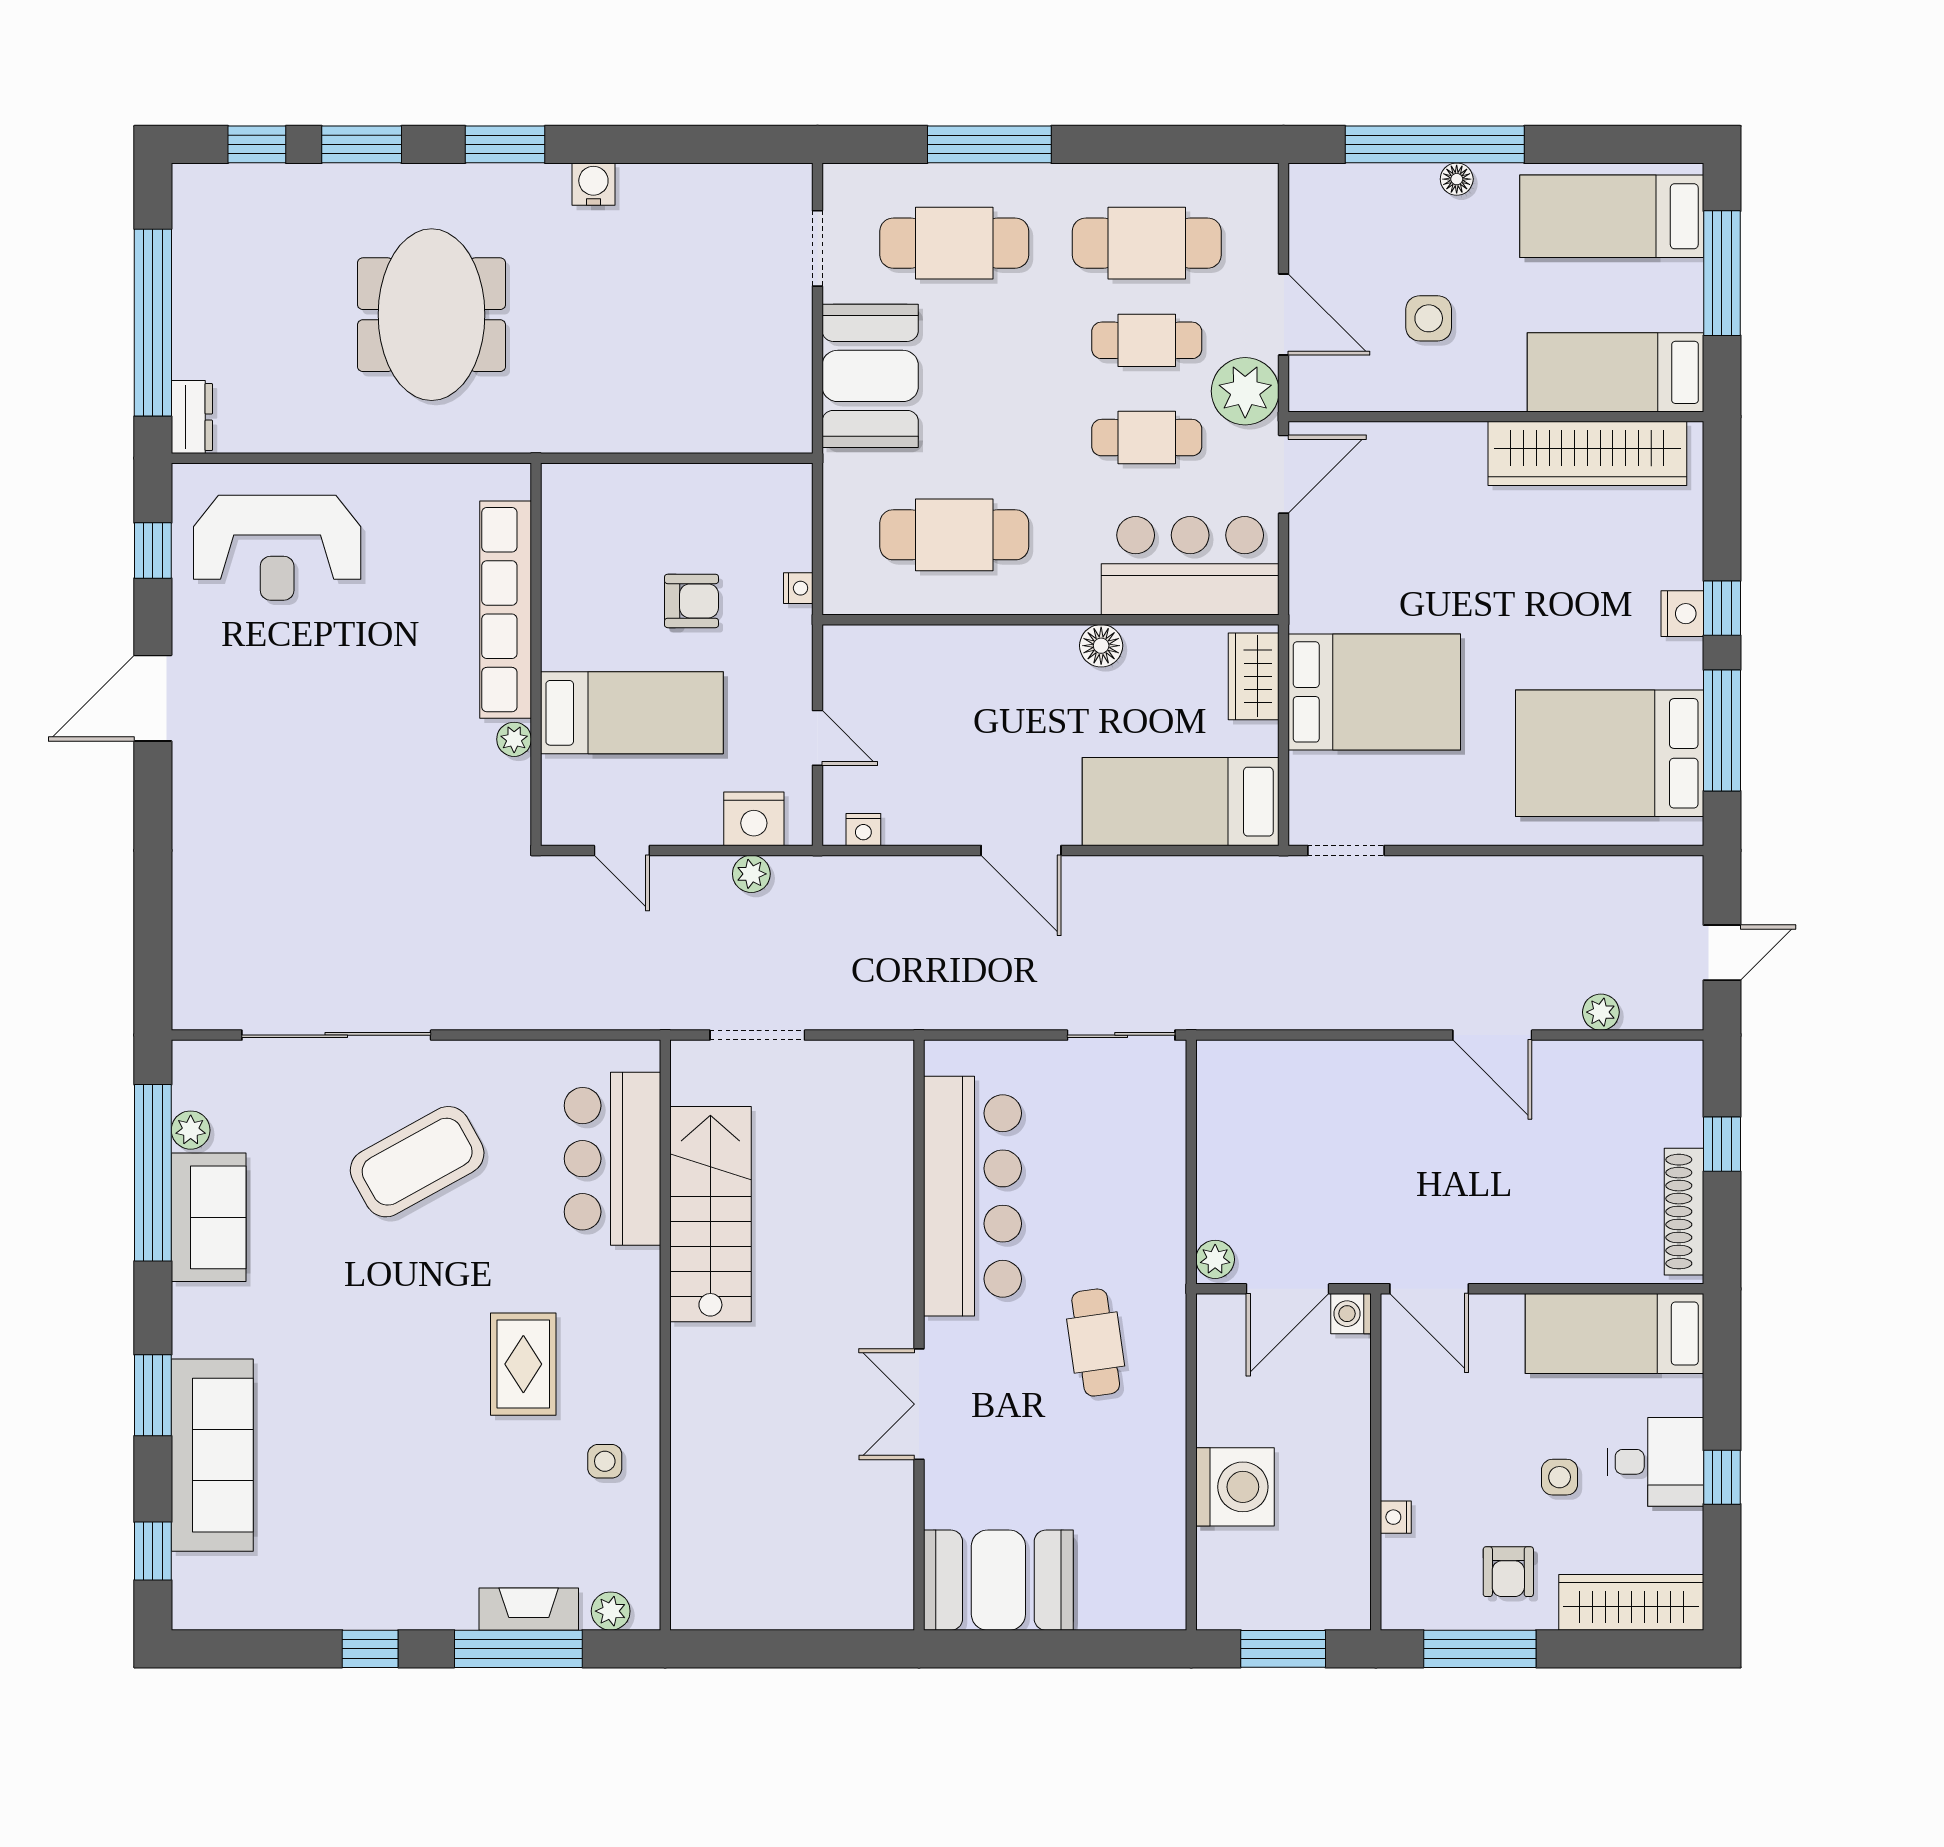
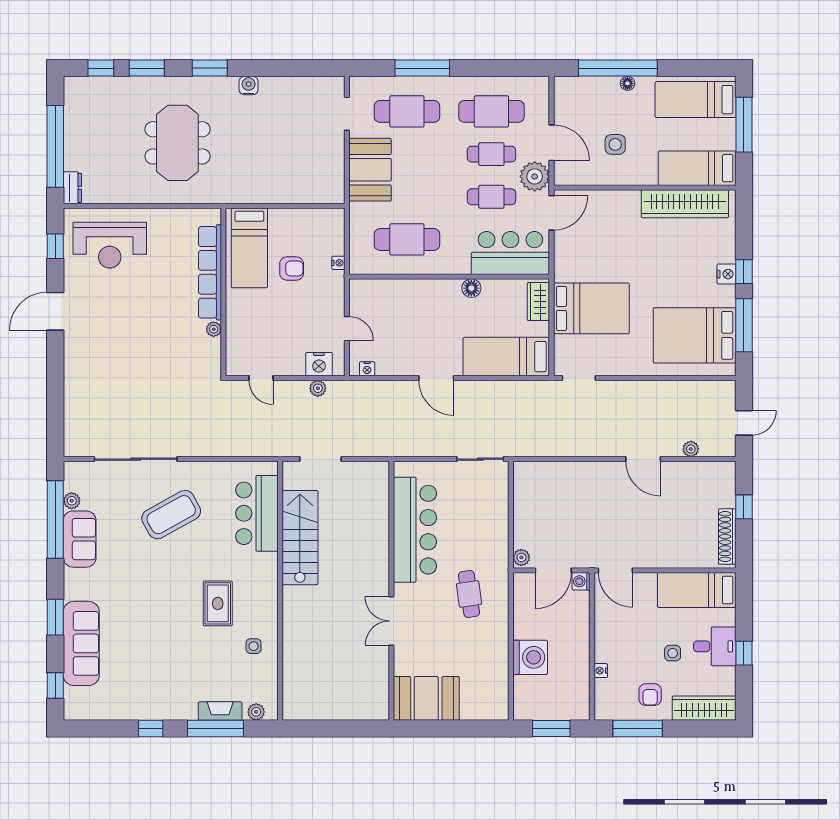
bed: (632, 713) -> (249, 248), moved, turned 90

